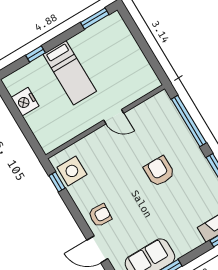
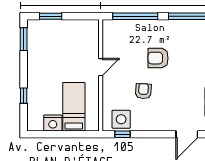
window: (136, 32) -> (51, 16), added
bed: (70, 73) -> (74, 107), moved, turned -90
armchair: (100, 215) -> (143, 91), moved

